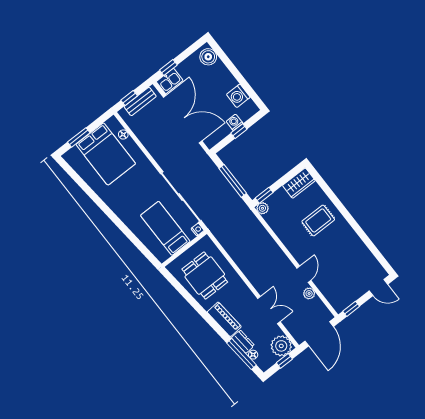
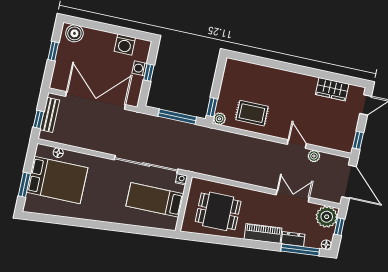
window: (168, 67) -> (53, 51), moved
kitchen sink: (170, 81) -> (60, 79), removed
wardrobe: (299, 183) -> (332, 89), moved, turned 90
rug: (318, 220) -> (252, 113), moved, turned 90
floor lamp: (253, 355) -> (326, 245), moved

